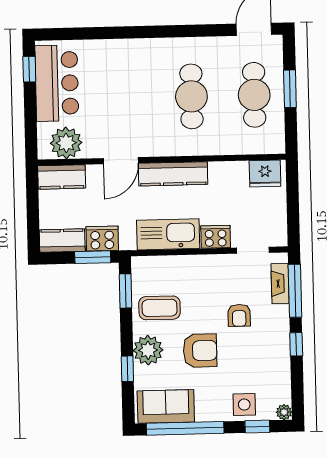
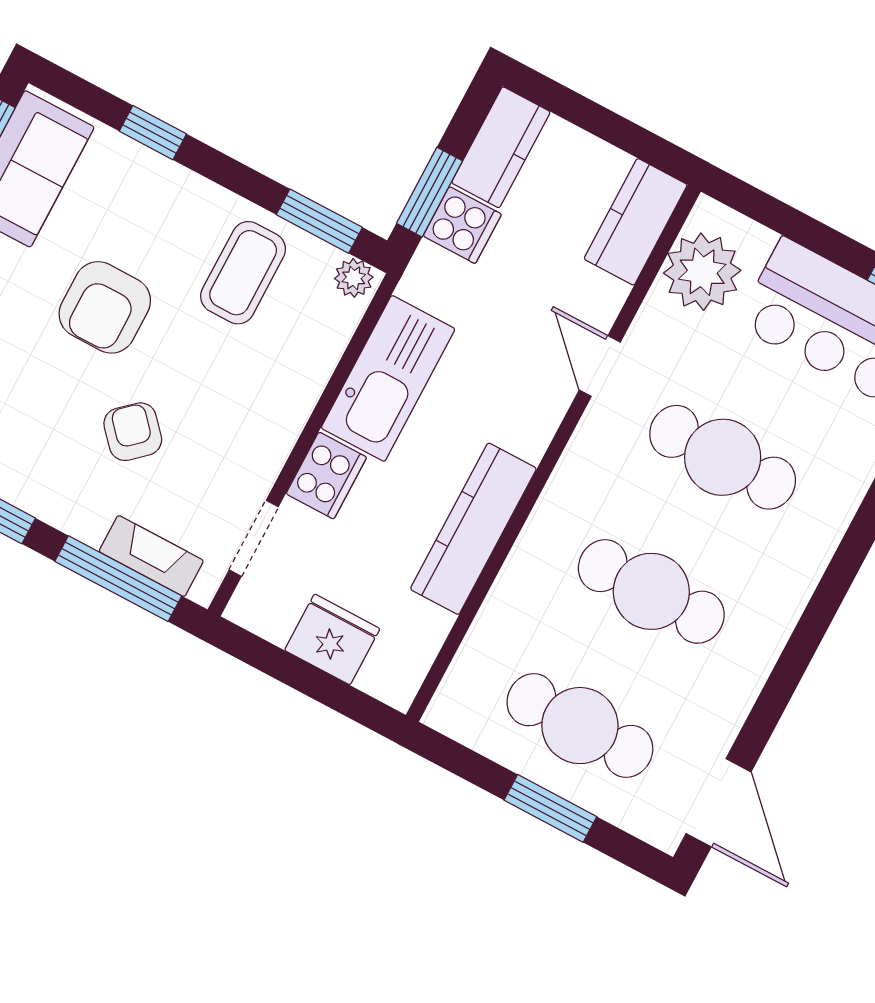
cafe table: (129, 98) -> (723, 457), added
door: (121, 161) -> (600, 366), width x0.73
fridge: (265, 173) -> (332, 639), moved, turned 90
kitchen counter: (173, 174) -> (473, 529), moved
cooker: (102, 239) -> (462, 225), width x0.73
armchair: (239, 315) -> (133, 432), turned 48
plant: (148, 350) -> (354, 278), moved, width x0.53, depth x0.53

